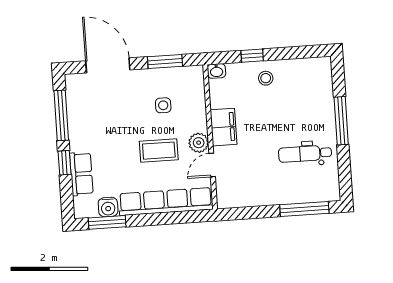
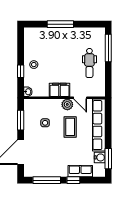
dental chair: (305, 154) -> (89, 63), moved

